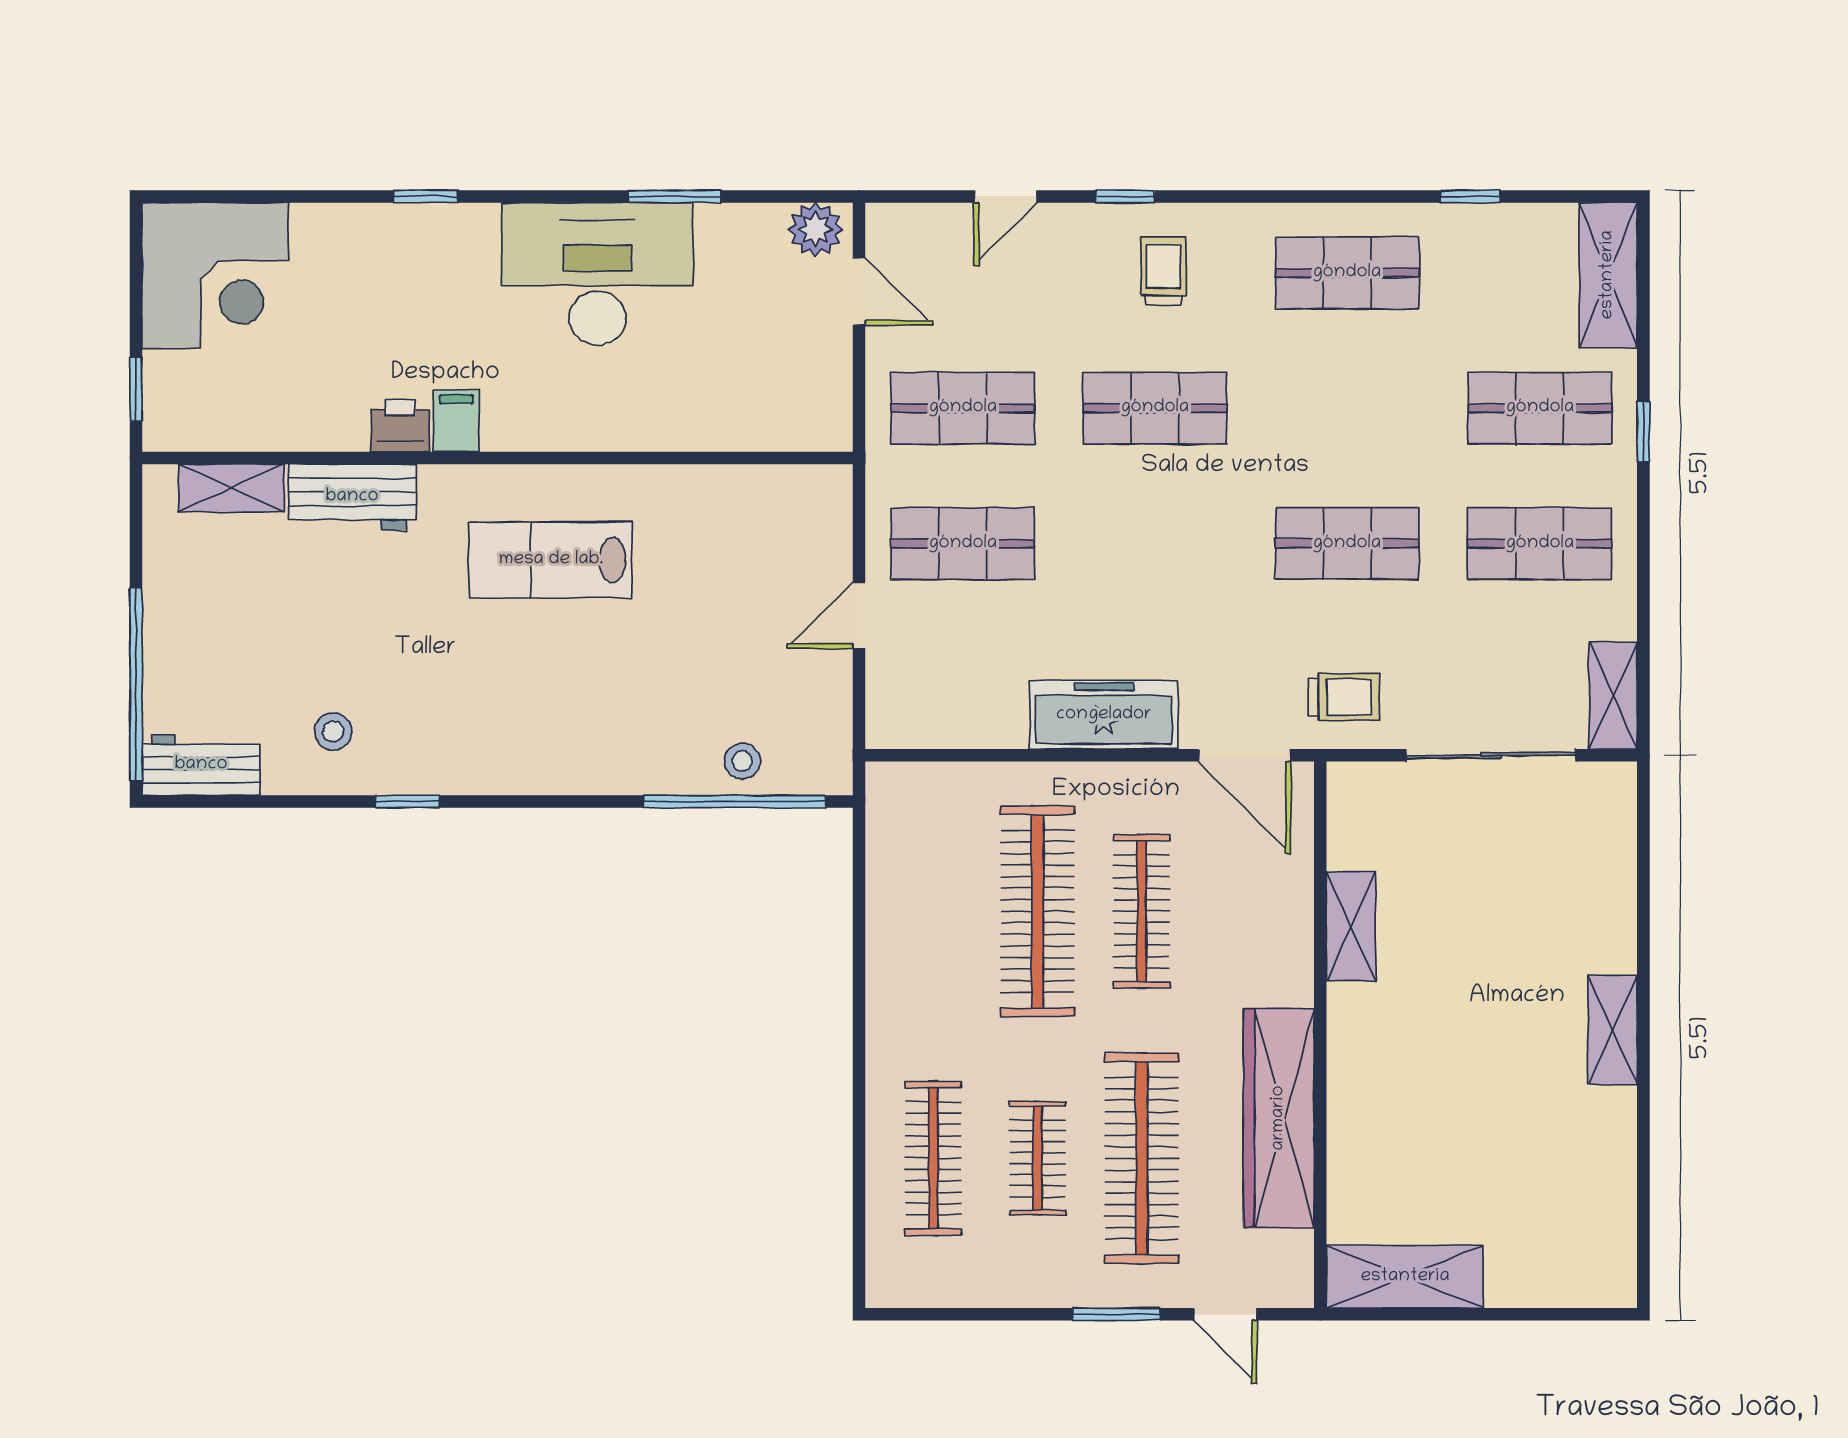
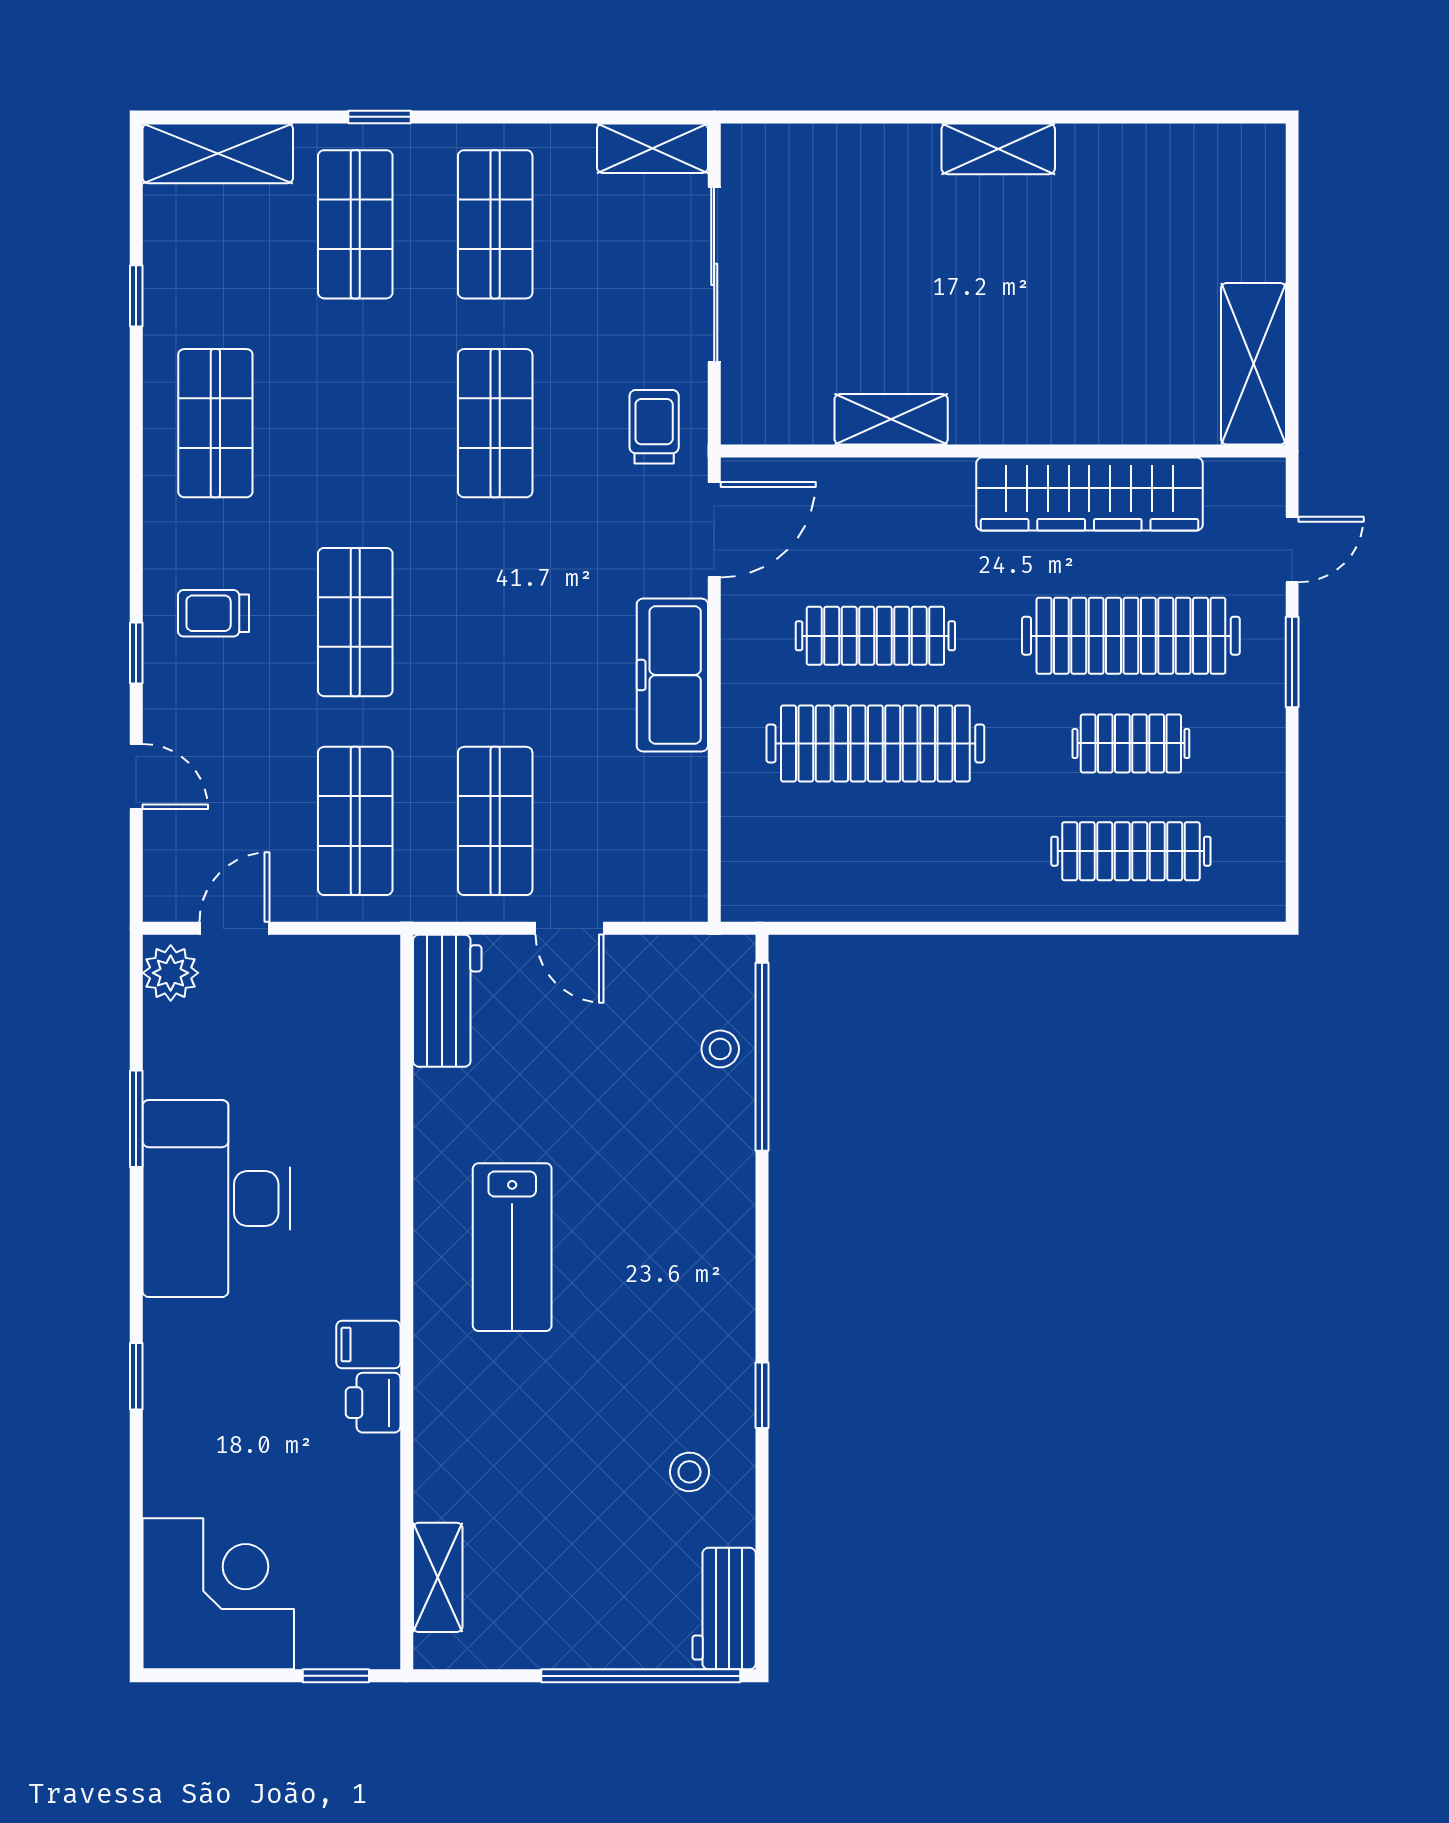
workbench: (352, 497) -> (447, 1001), moved

